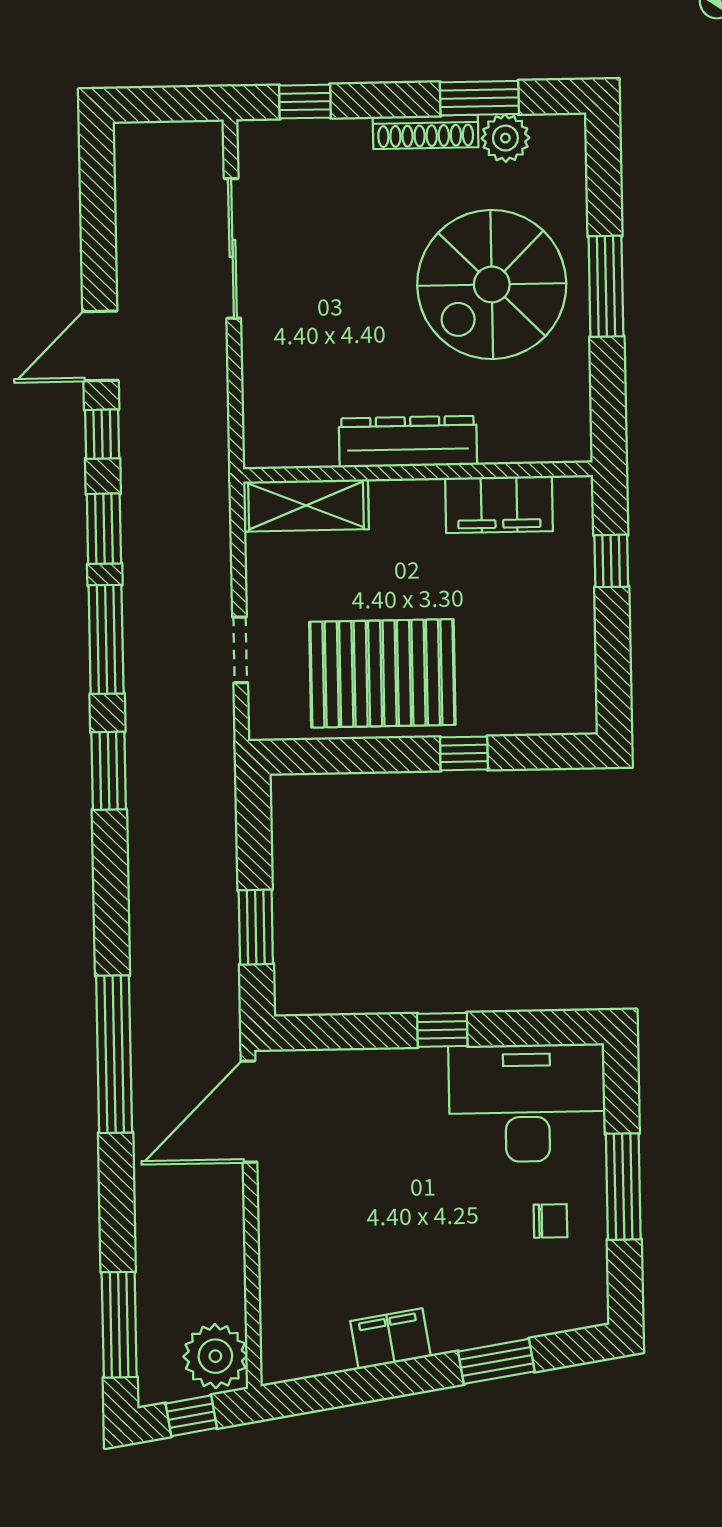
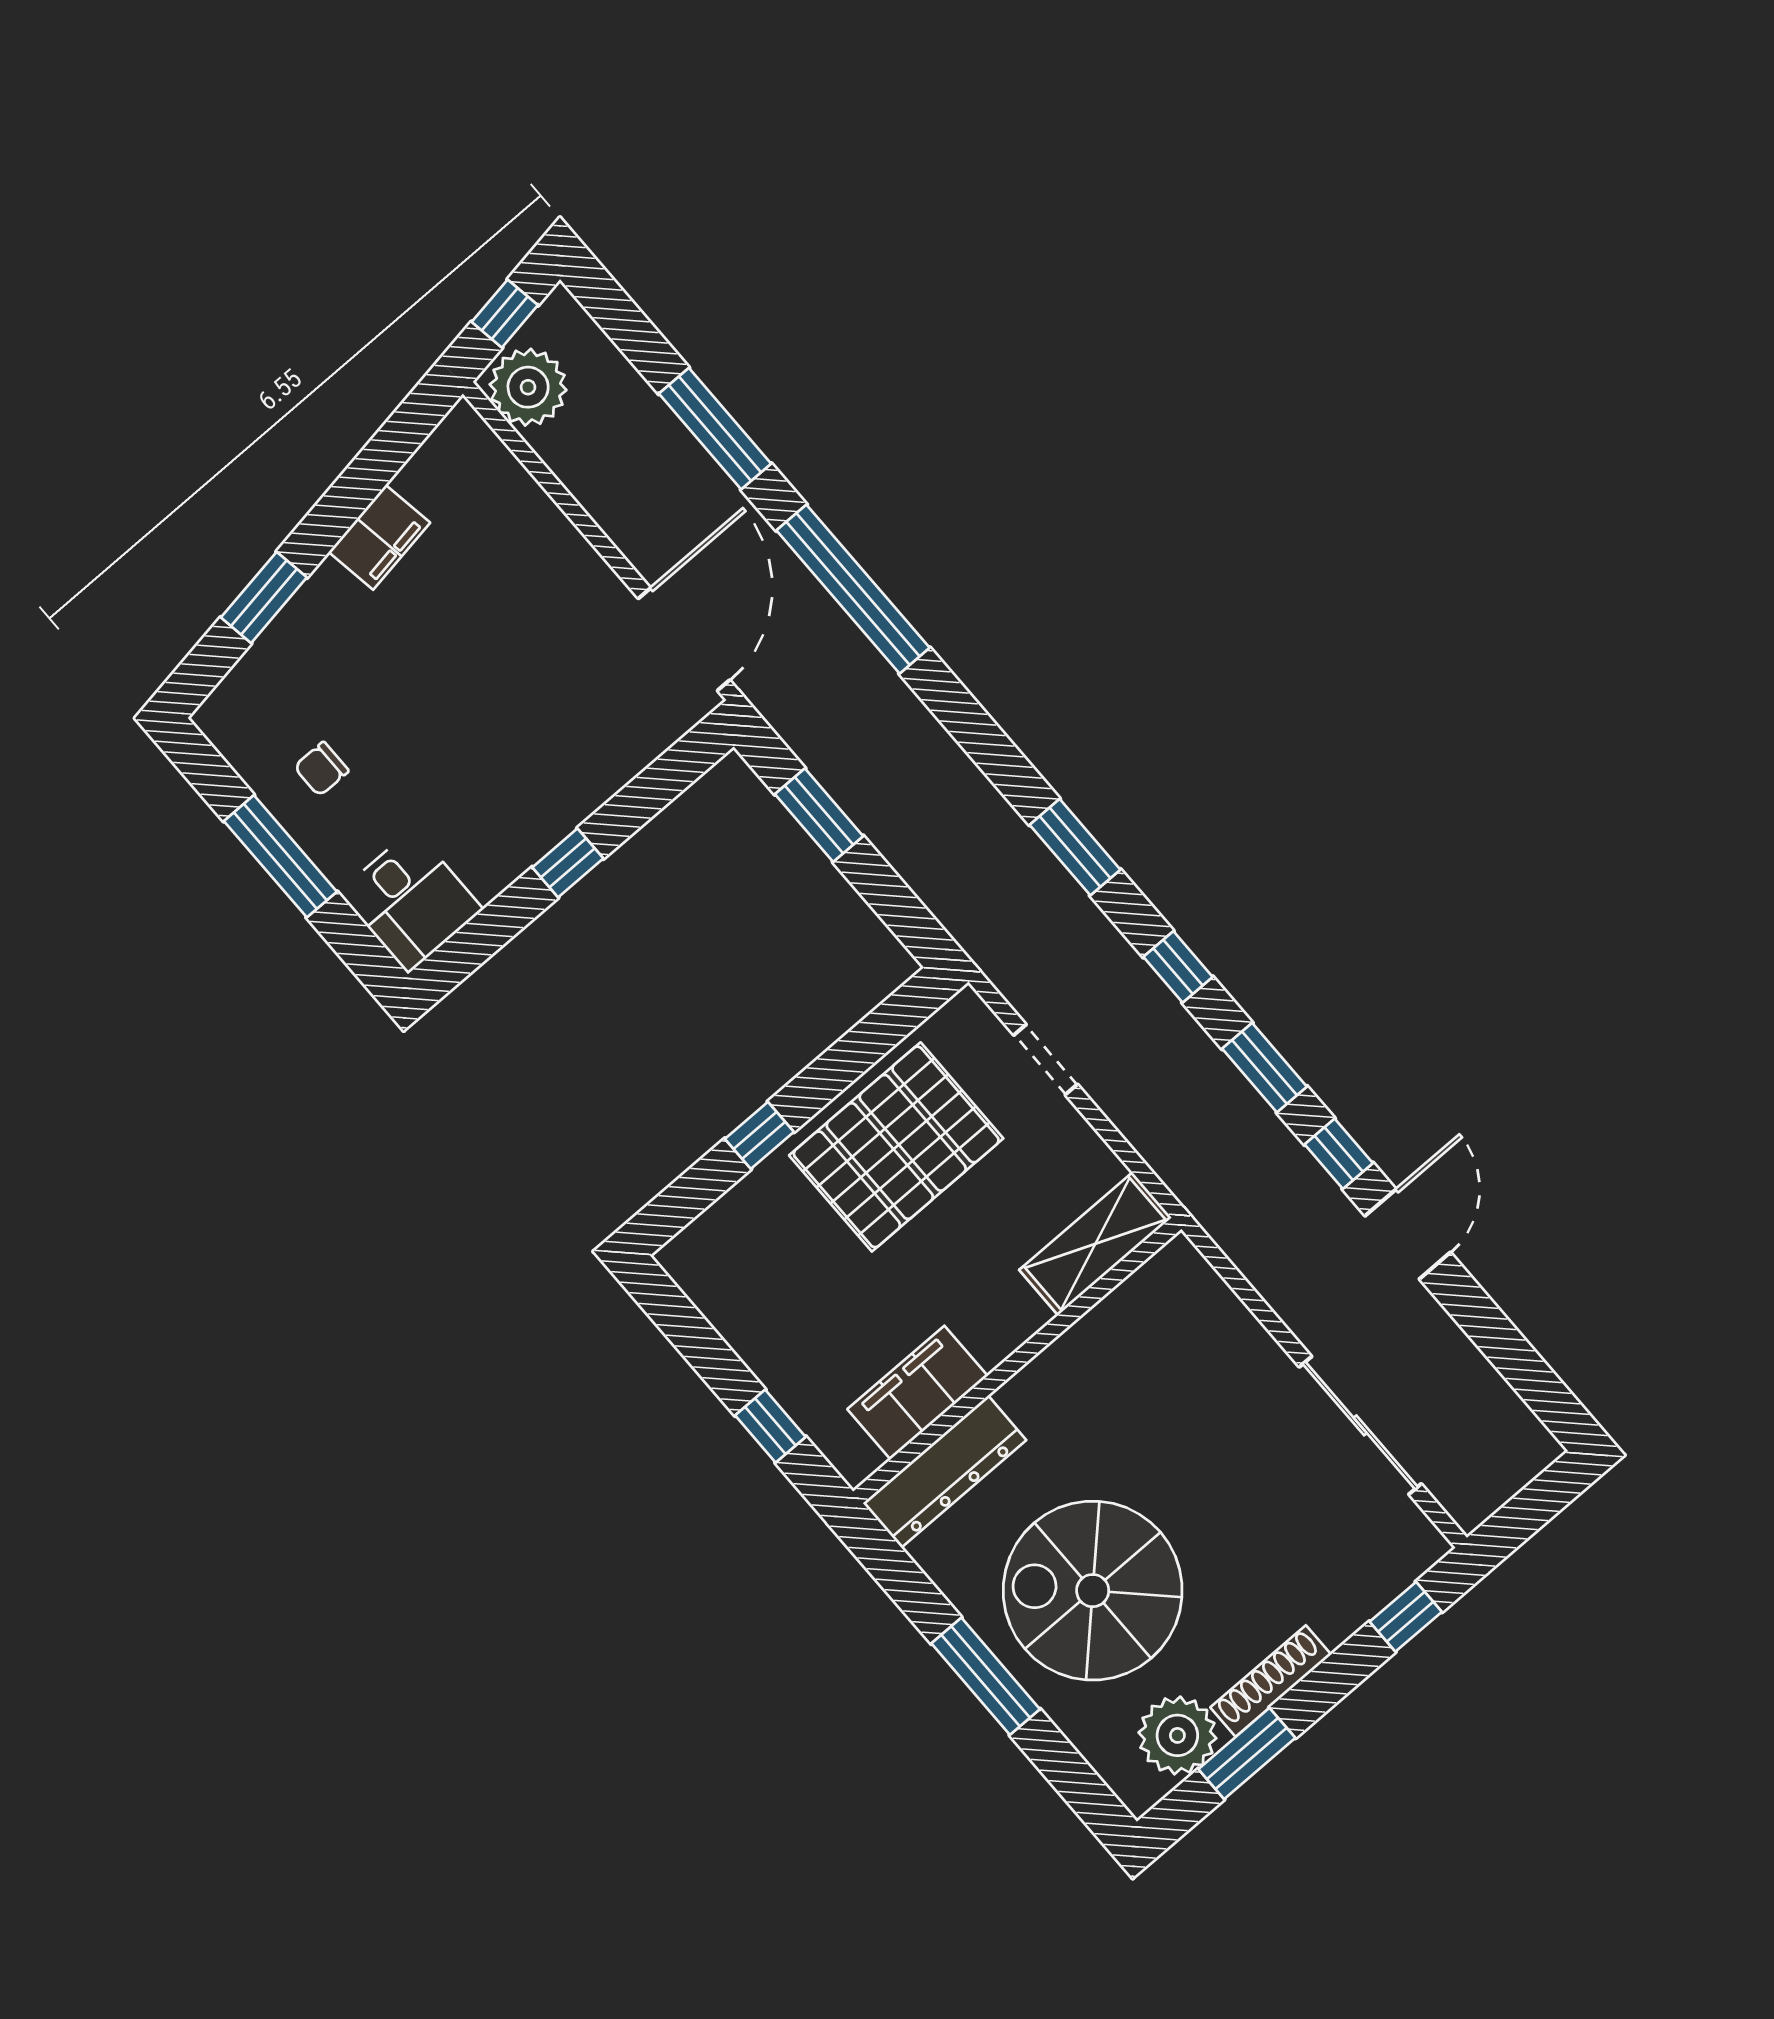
plant: (505, 138) -> (1177, 1735), width x1.36, depth x1.36
spiral stairs: (492, 284) -> (1093, 1591), turned -90
dresser: (408, 442) -> (945, 1472), moved
window: (106, 639) -> (1178, 967), width x0.46
desk: (527, 1103) -> (411, 901), width x0.53, depth x0.77
window: (119, 1325) -> (715, 429), moved

